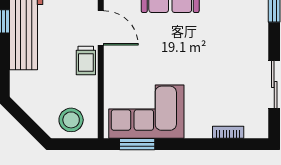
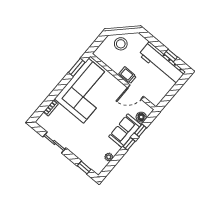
corner sofa: (146, 112) -> (86, 91), width x1.36, depth x1.36
stool: (71, 120) -> (121, 44), moved

